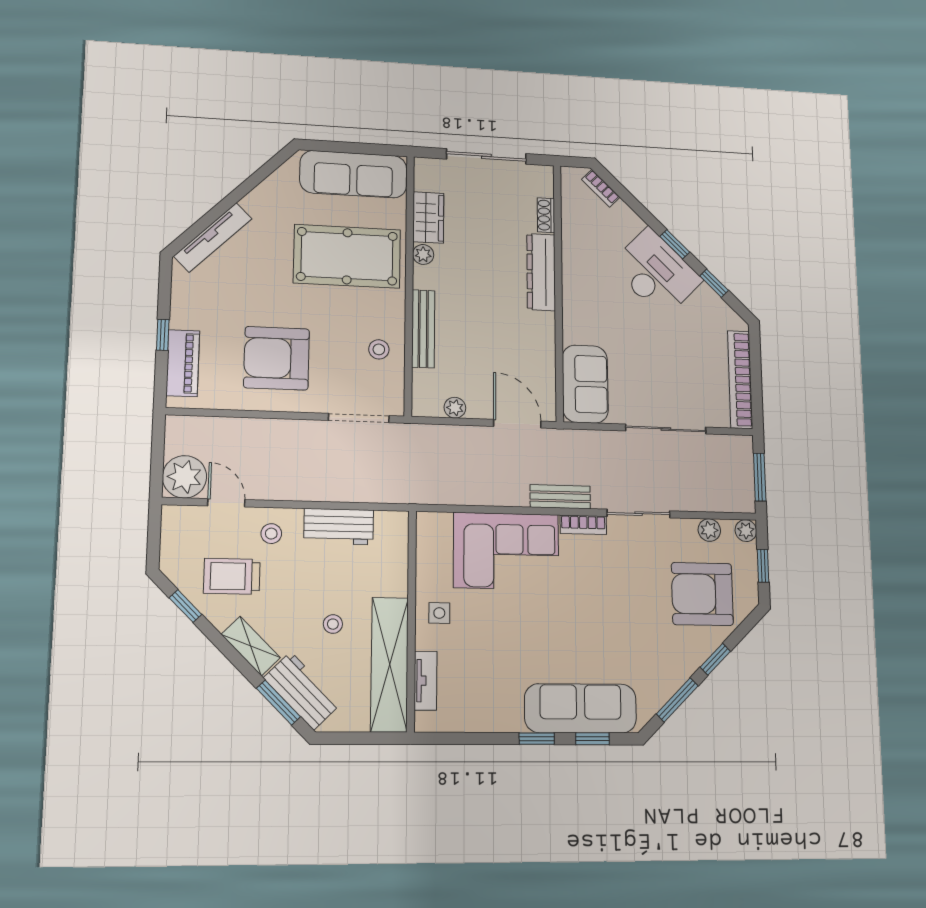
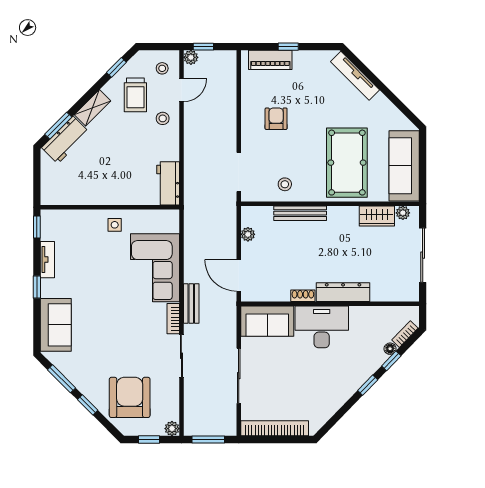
floor lamp: (622, 210) -> (390, 349), added
shoe rack: (546, 215) -> (303, 296), moved
plant: (423, 254) -> (403, 213), moved
desk: (656, 273) -> (322, 327), moved, turned -134
window: (714, 283) -> (391, 361), moved
armchair: (277, 358) -> (276, 119), width x0.53, depth x0.53
door: (517, 424) -> (239, 275), swing flipped
window: (157, 466) -> (203, 47), added
plant: (185, 477) -> (191, 57), width x0.53, depth x0.53
workbench: (339, 527) -> (168, 183), moved
plant: (709, 530) -> (172, 403), removed
trolley: (232, 576) -> (135, 95), turned 180
stool: (333, 624) -> (162, 68), moved
shelving: (390, 664) -> (82, 194), removed
tv unit: (425, 681) -> (47, 260), moved, turned -90
sofa: (581, 708) -> (56, 325), width x0.73
window: (592, 739) -> (37, 227), moved

